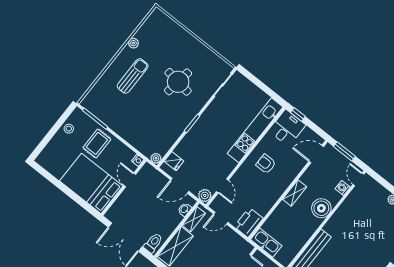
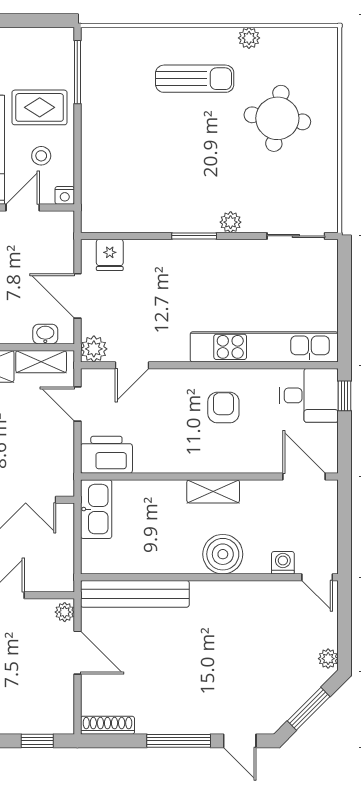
round table: (178, 82) -> (277, 118), moved
stool: (69, 129) -> (41, 156), moved
window: (344, 151) -> (344, 519), removed
plant: (156, 158) -> (231, 222), moved
door: (358, 179) -> (317, 577), swing flipped

